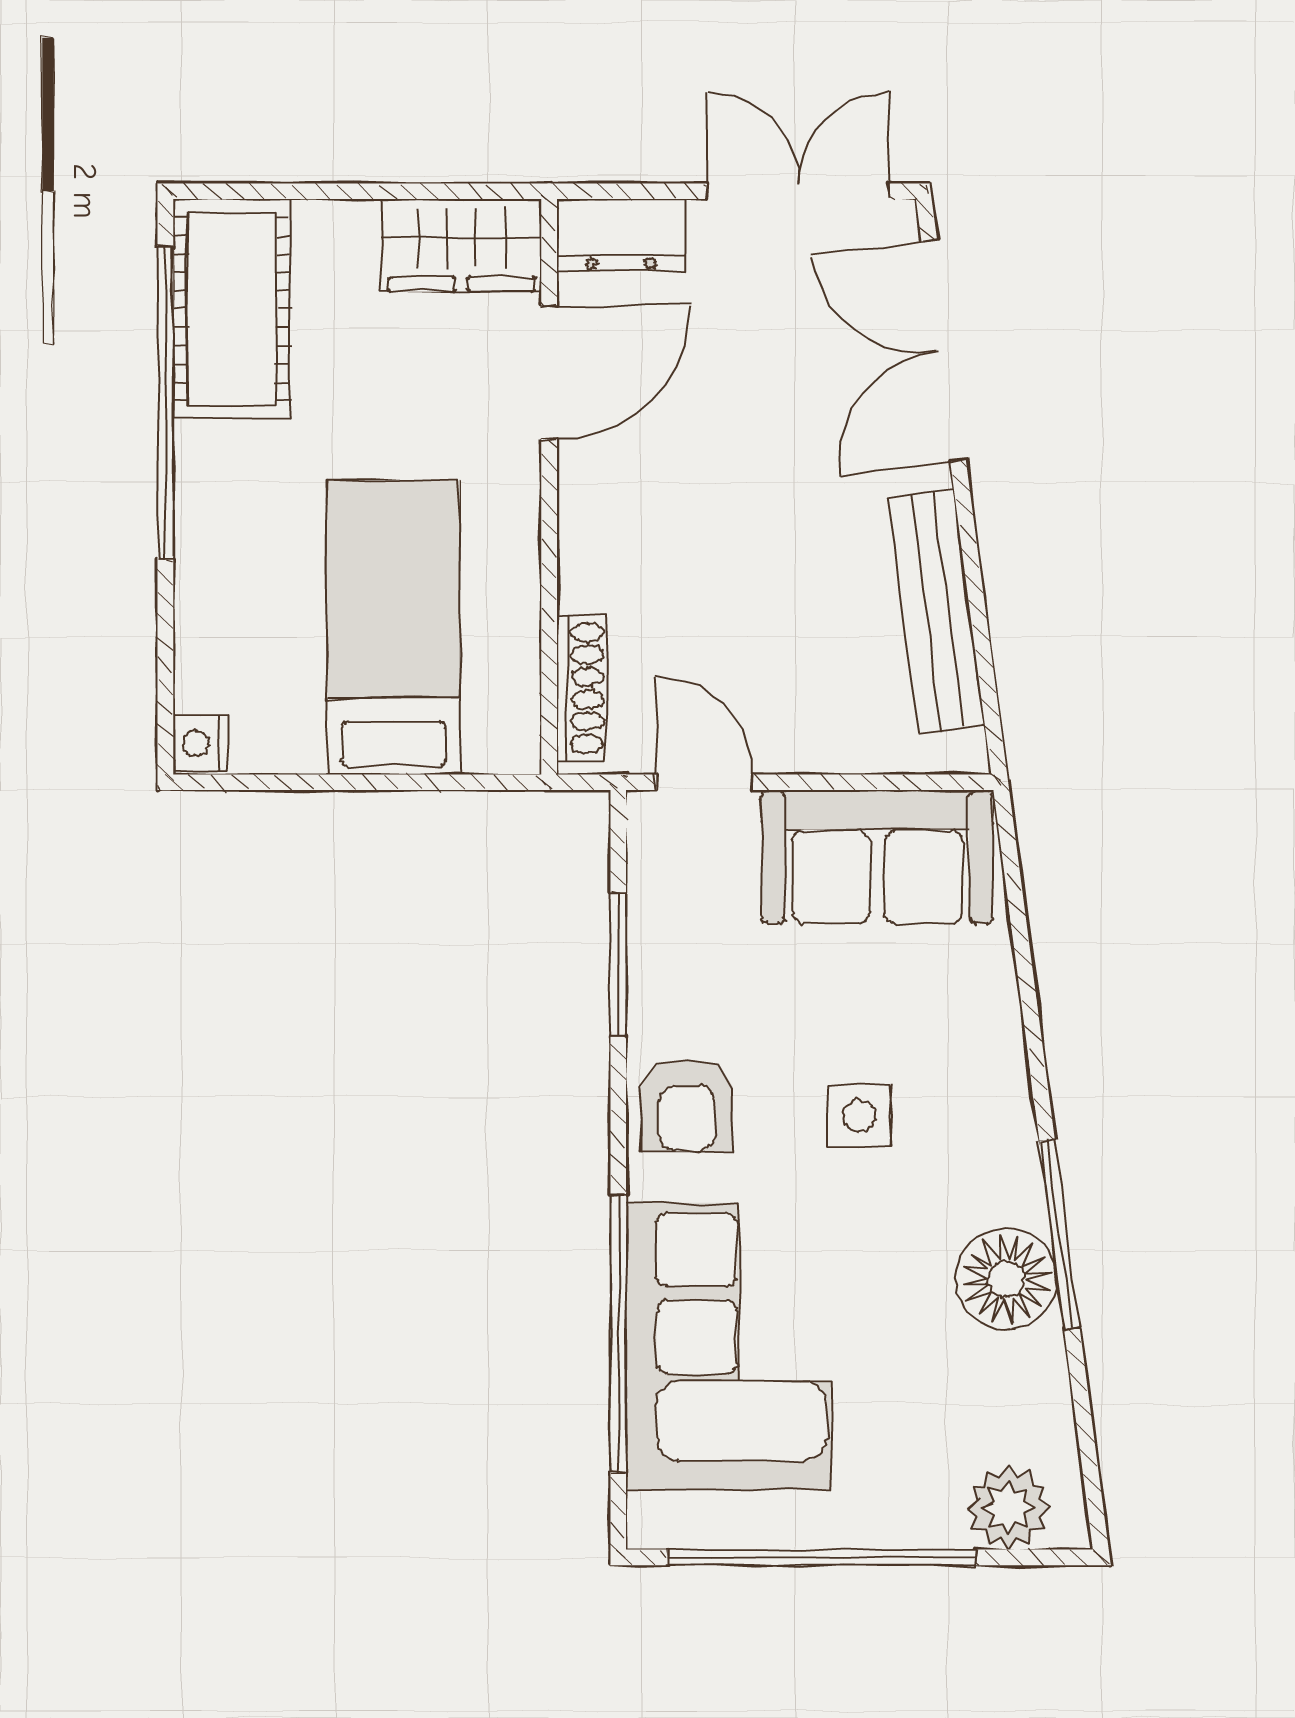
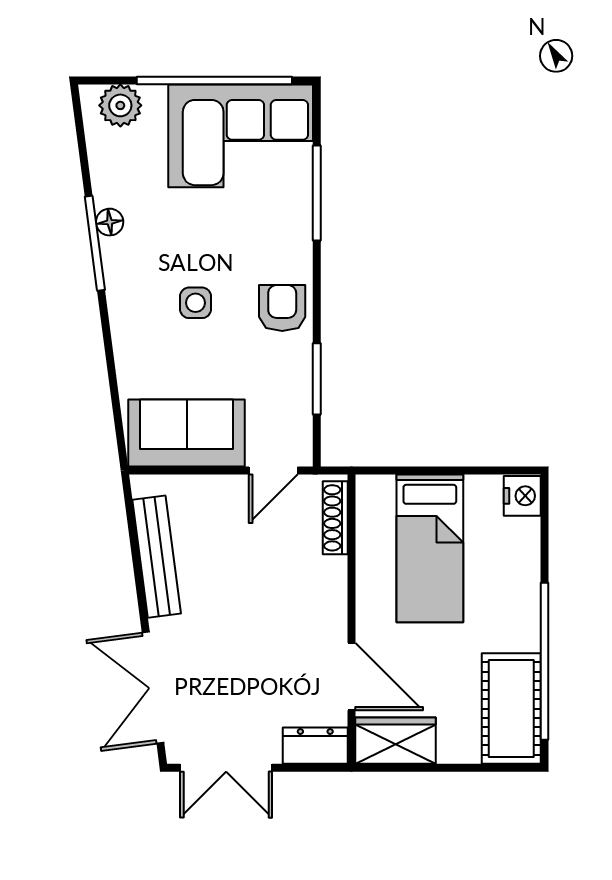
double door: (944, 350) -> (153, 688), swing flipped
door: (549, 372) -> (352, 677), swing flipped
nightstand: (200, 743) -> (522, 496), width x1.39, depth x1.35
door: (705, 782) -> (273, 470), hinge flipped
floor lamp: (1006, 1279) -> (110, 222), width x0.53, depth x0.53
window: (618, 1334) -> (317, 193), width x0.68
corner sofa: (728, 1346) -> (241, 136), moved, turned -90

